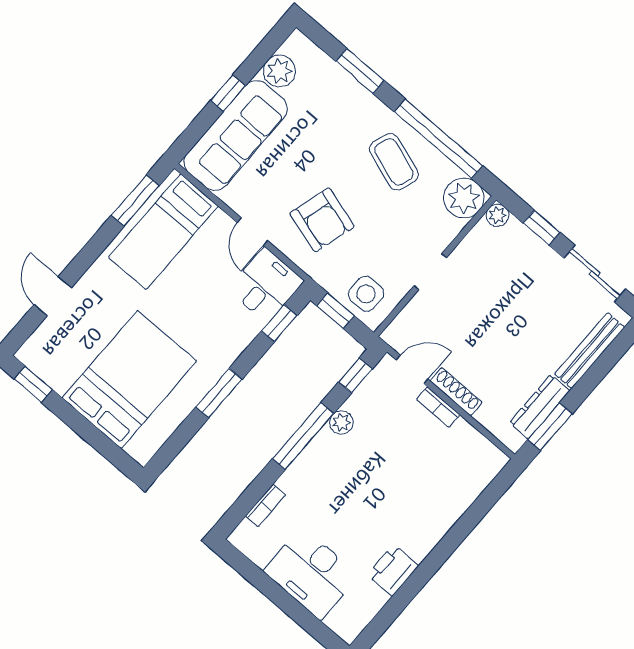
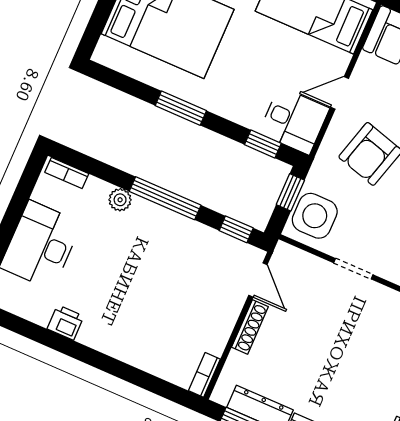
side table: (366, 294) -> (315, 216), width x1.37, depth x1.37
bookcase: (438, 407) -> (204, 375), moved
plant: (341, 422) -> (120, 200), moved
bookcase: (265, 505) -> (67, 173), moved
printer: (393, 570) -> (66, 322), width x0.73, depth x0.81

